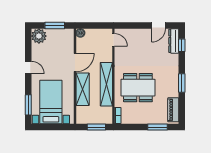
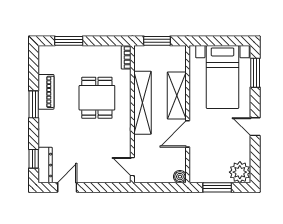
dining table: (138, 88) -> (97, 98), width x0.73
piano: (173, 110) -> (46, 92), moved

